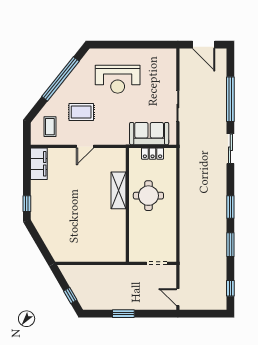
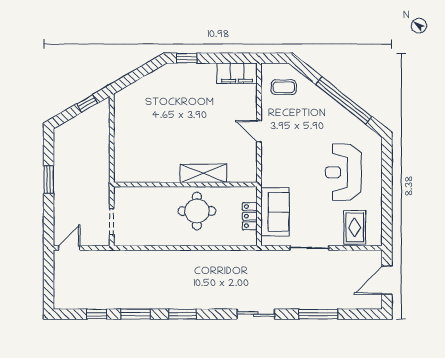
window: (230, 99) -> (318, 314), width x0.68
rug: (81, 112) -> (355, 227), moved
window: (230, 288) -> (97, 314), moved
window: (70, 296) -> (87, 104), moved

